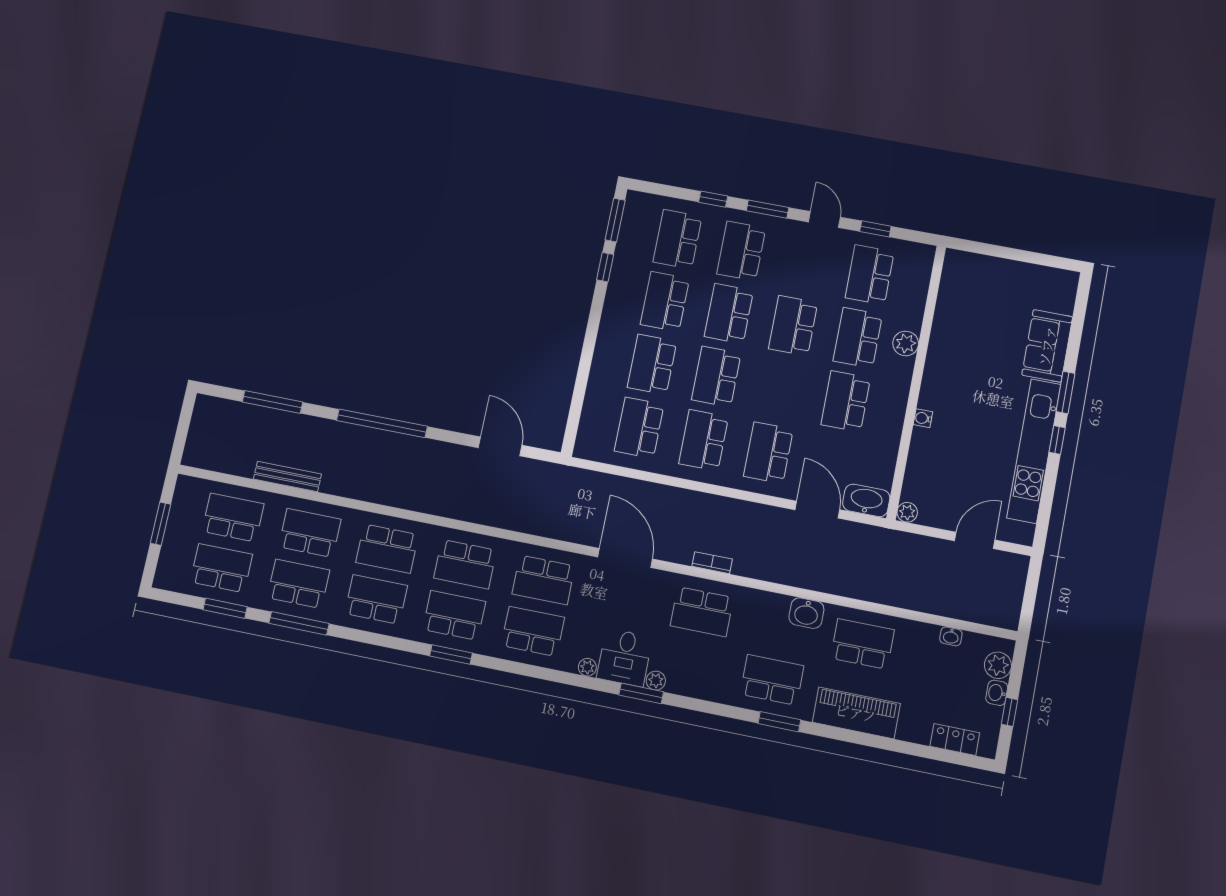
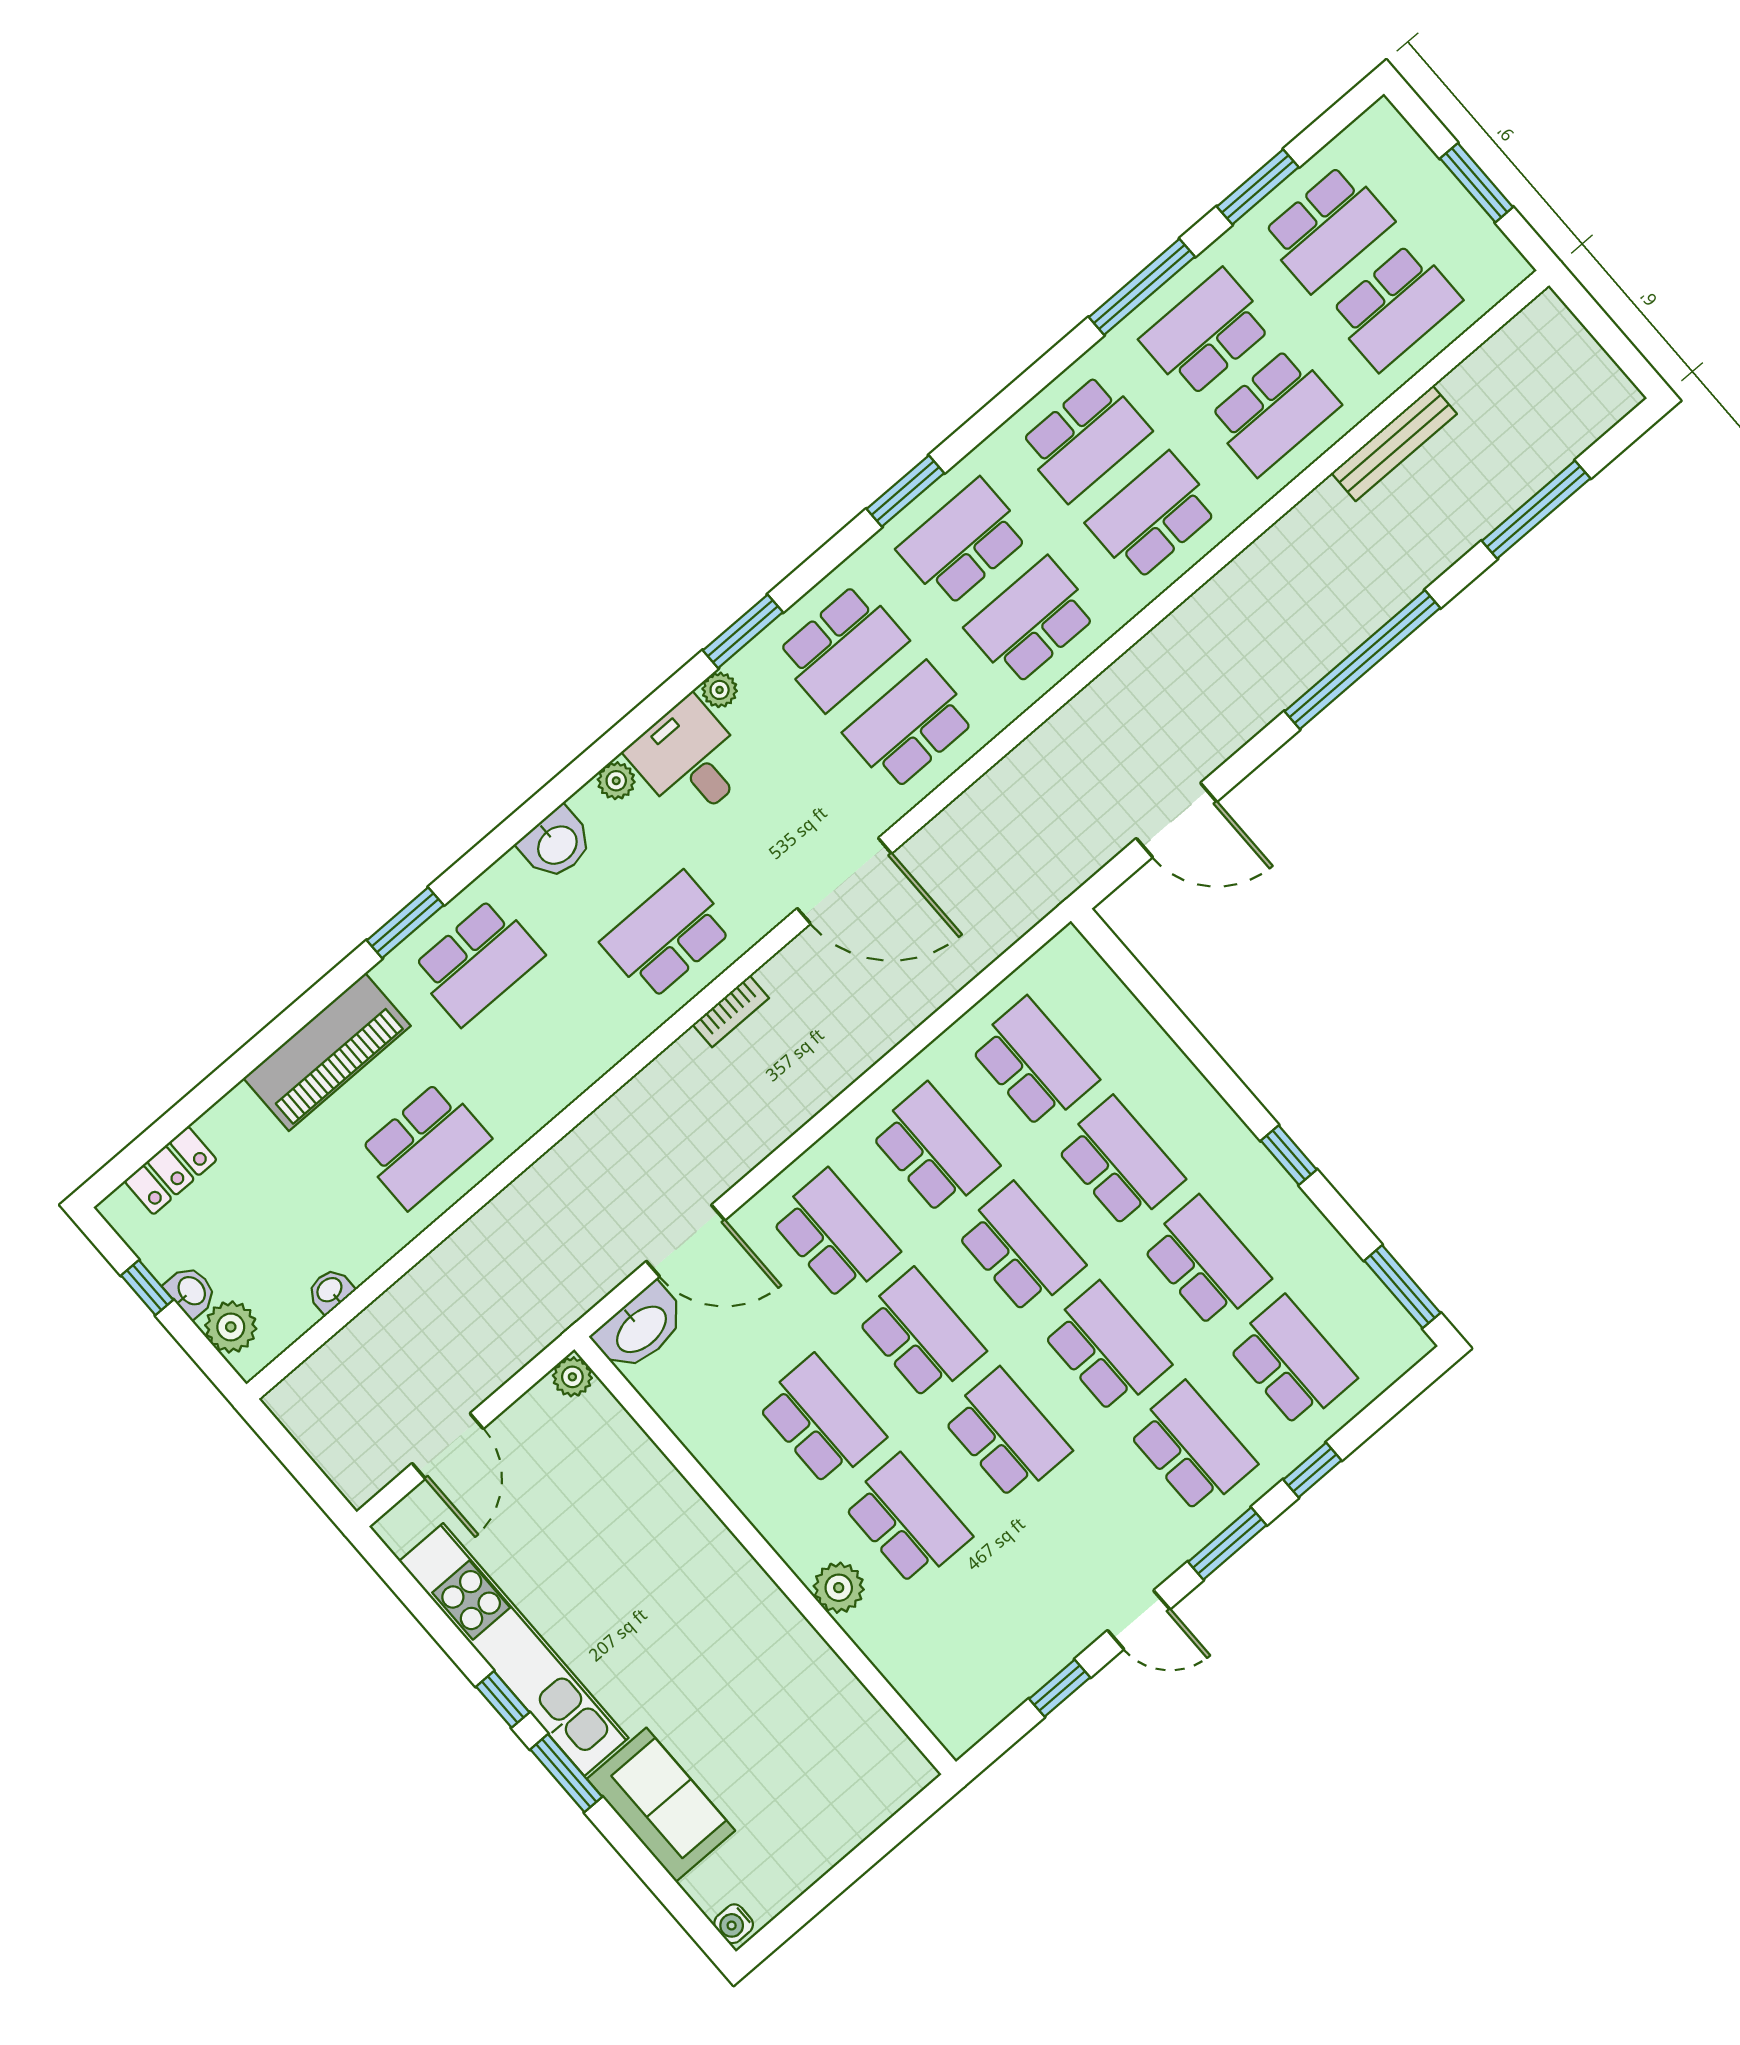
window: (605, 267) -> (1289, 1155), moved
school desk: (870, 275) -> (921, 1335), moved
water cooler: (923, 418) -> (734, 1924), moved, turned 180
school desk: (298, 584) -> (1206, 333), turned 180
washbasin: (806, 613) -> (556, 844), moved, turned 180
school desk: (454, 615) -> (963, 542), turned 180
window: (641, 693) -> (743, 631), moved

